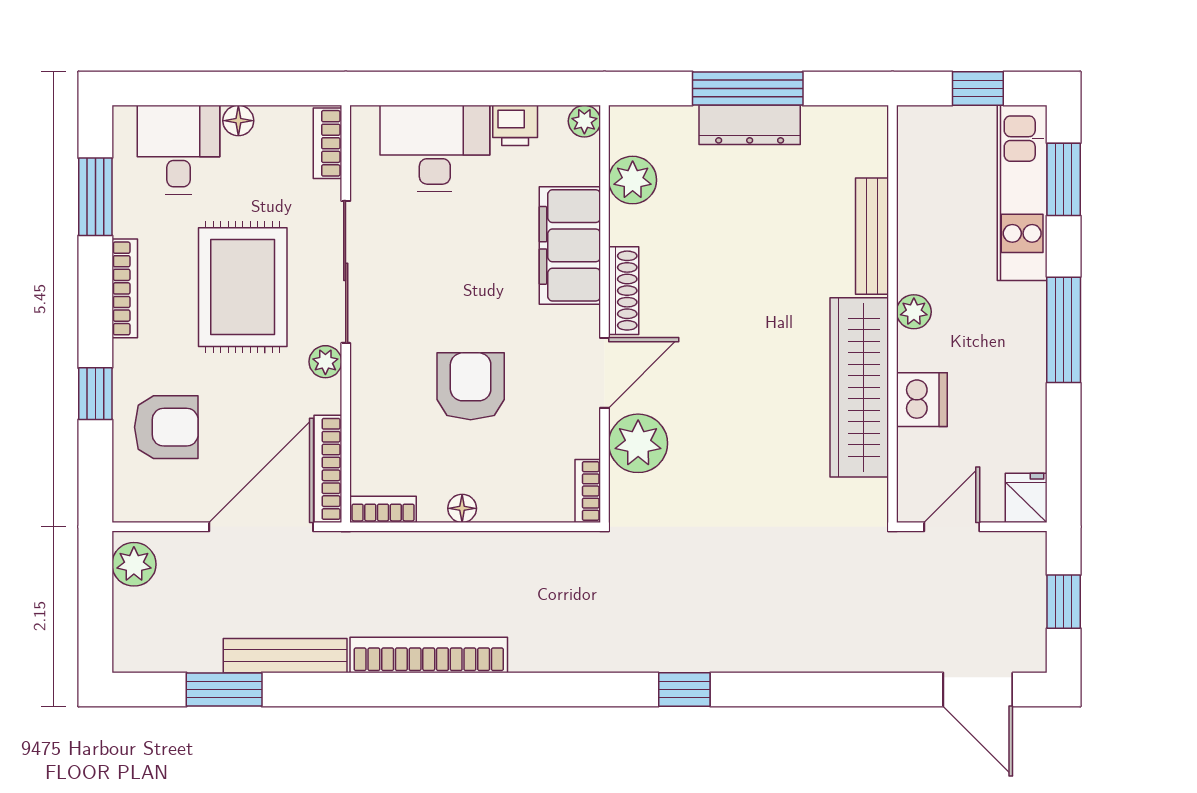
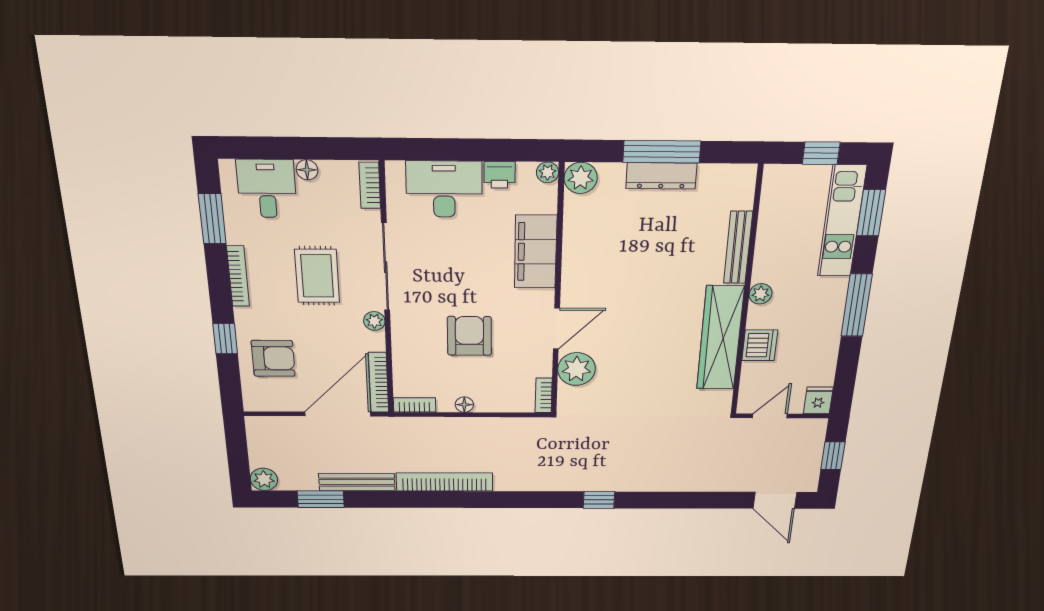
plant: (633, 180) -> (581, 178), moved
rug: (243, 287) -> (317, 276), width x0.73, depth x0.70
shoe rack: (624, 291) -> (571, 280), removed
plant: (134, 564) -> (264, 479), moved

